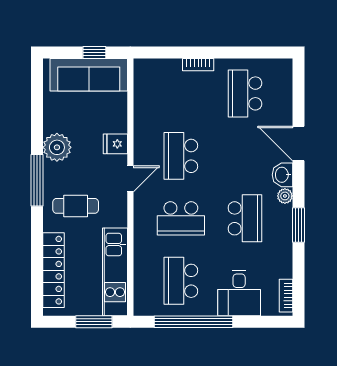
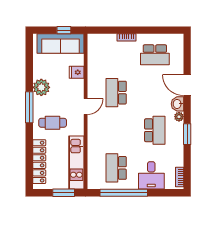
school desk: (245, 93) -> (155, 55), turned -90
fridge: (115, 144) -> (77, 72), moved
school desk: (181, 218) -> (116, 130), removed

